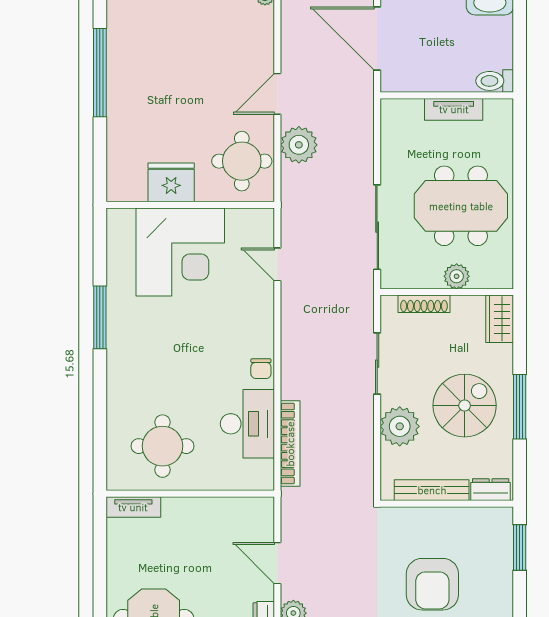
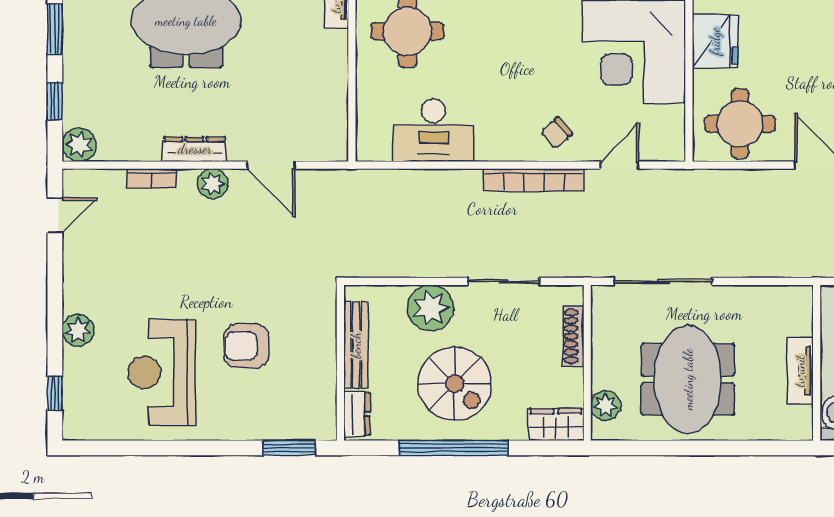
plant: (299, 145) -> (759, 190), removed
plant: (457, 276) -> (606, 405), moved
chair: (261, 369) -> (556, 133), moved, turned -41
window: (520, 407) -> (453, 448), width x1.46
bookcase: (290, 444) -> (534, 180), moved
door: (277, 563) -> (271, 165), swing flipped
armchair: (432, 584) -> (246, 346), width x0.73, depth x0.73

